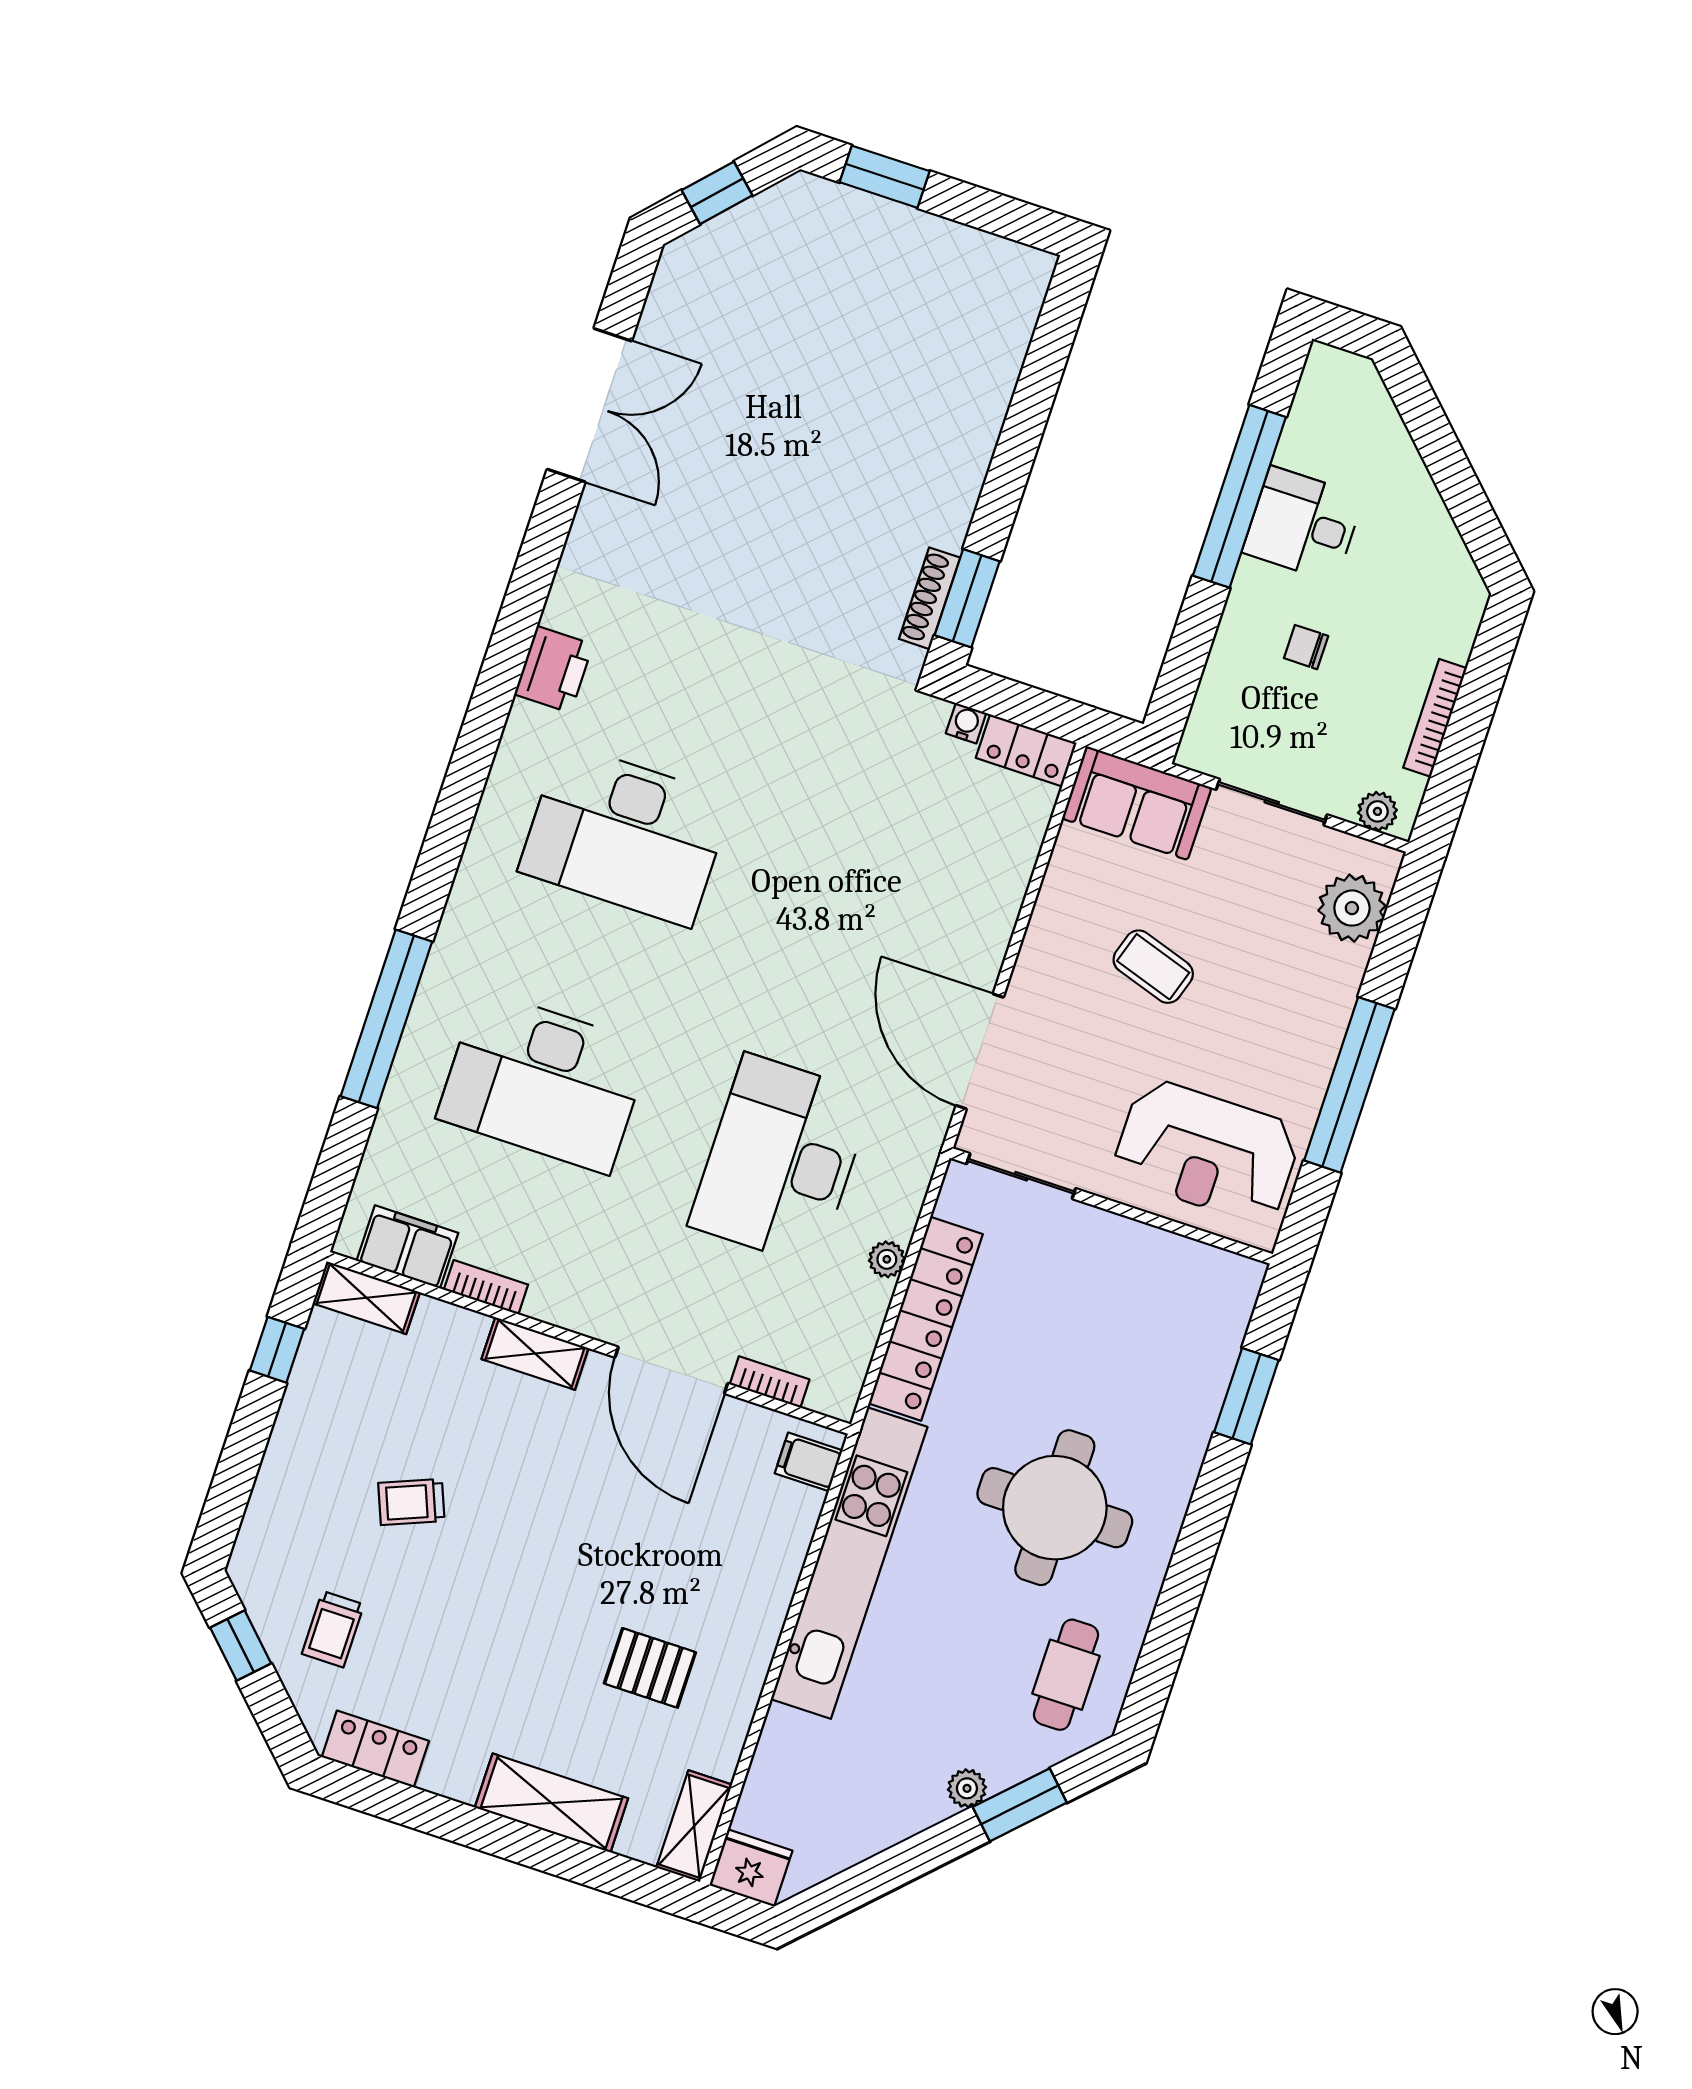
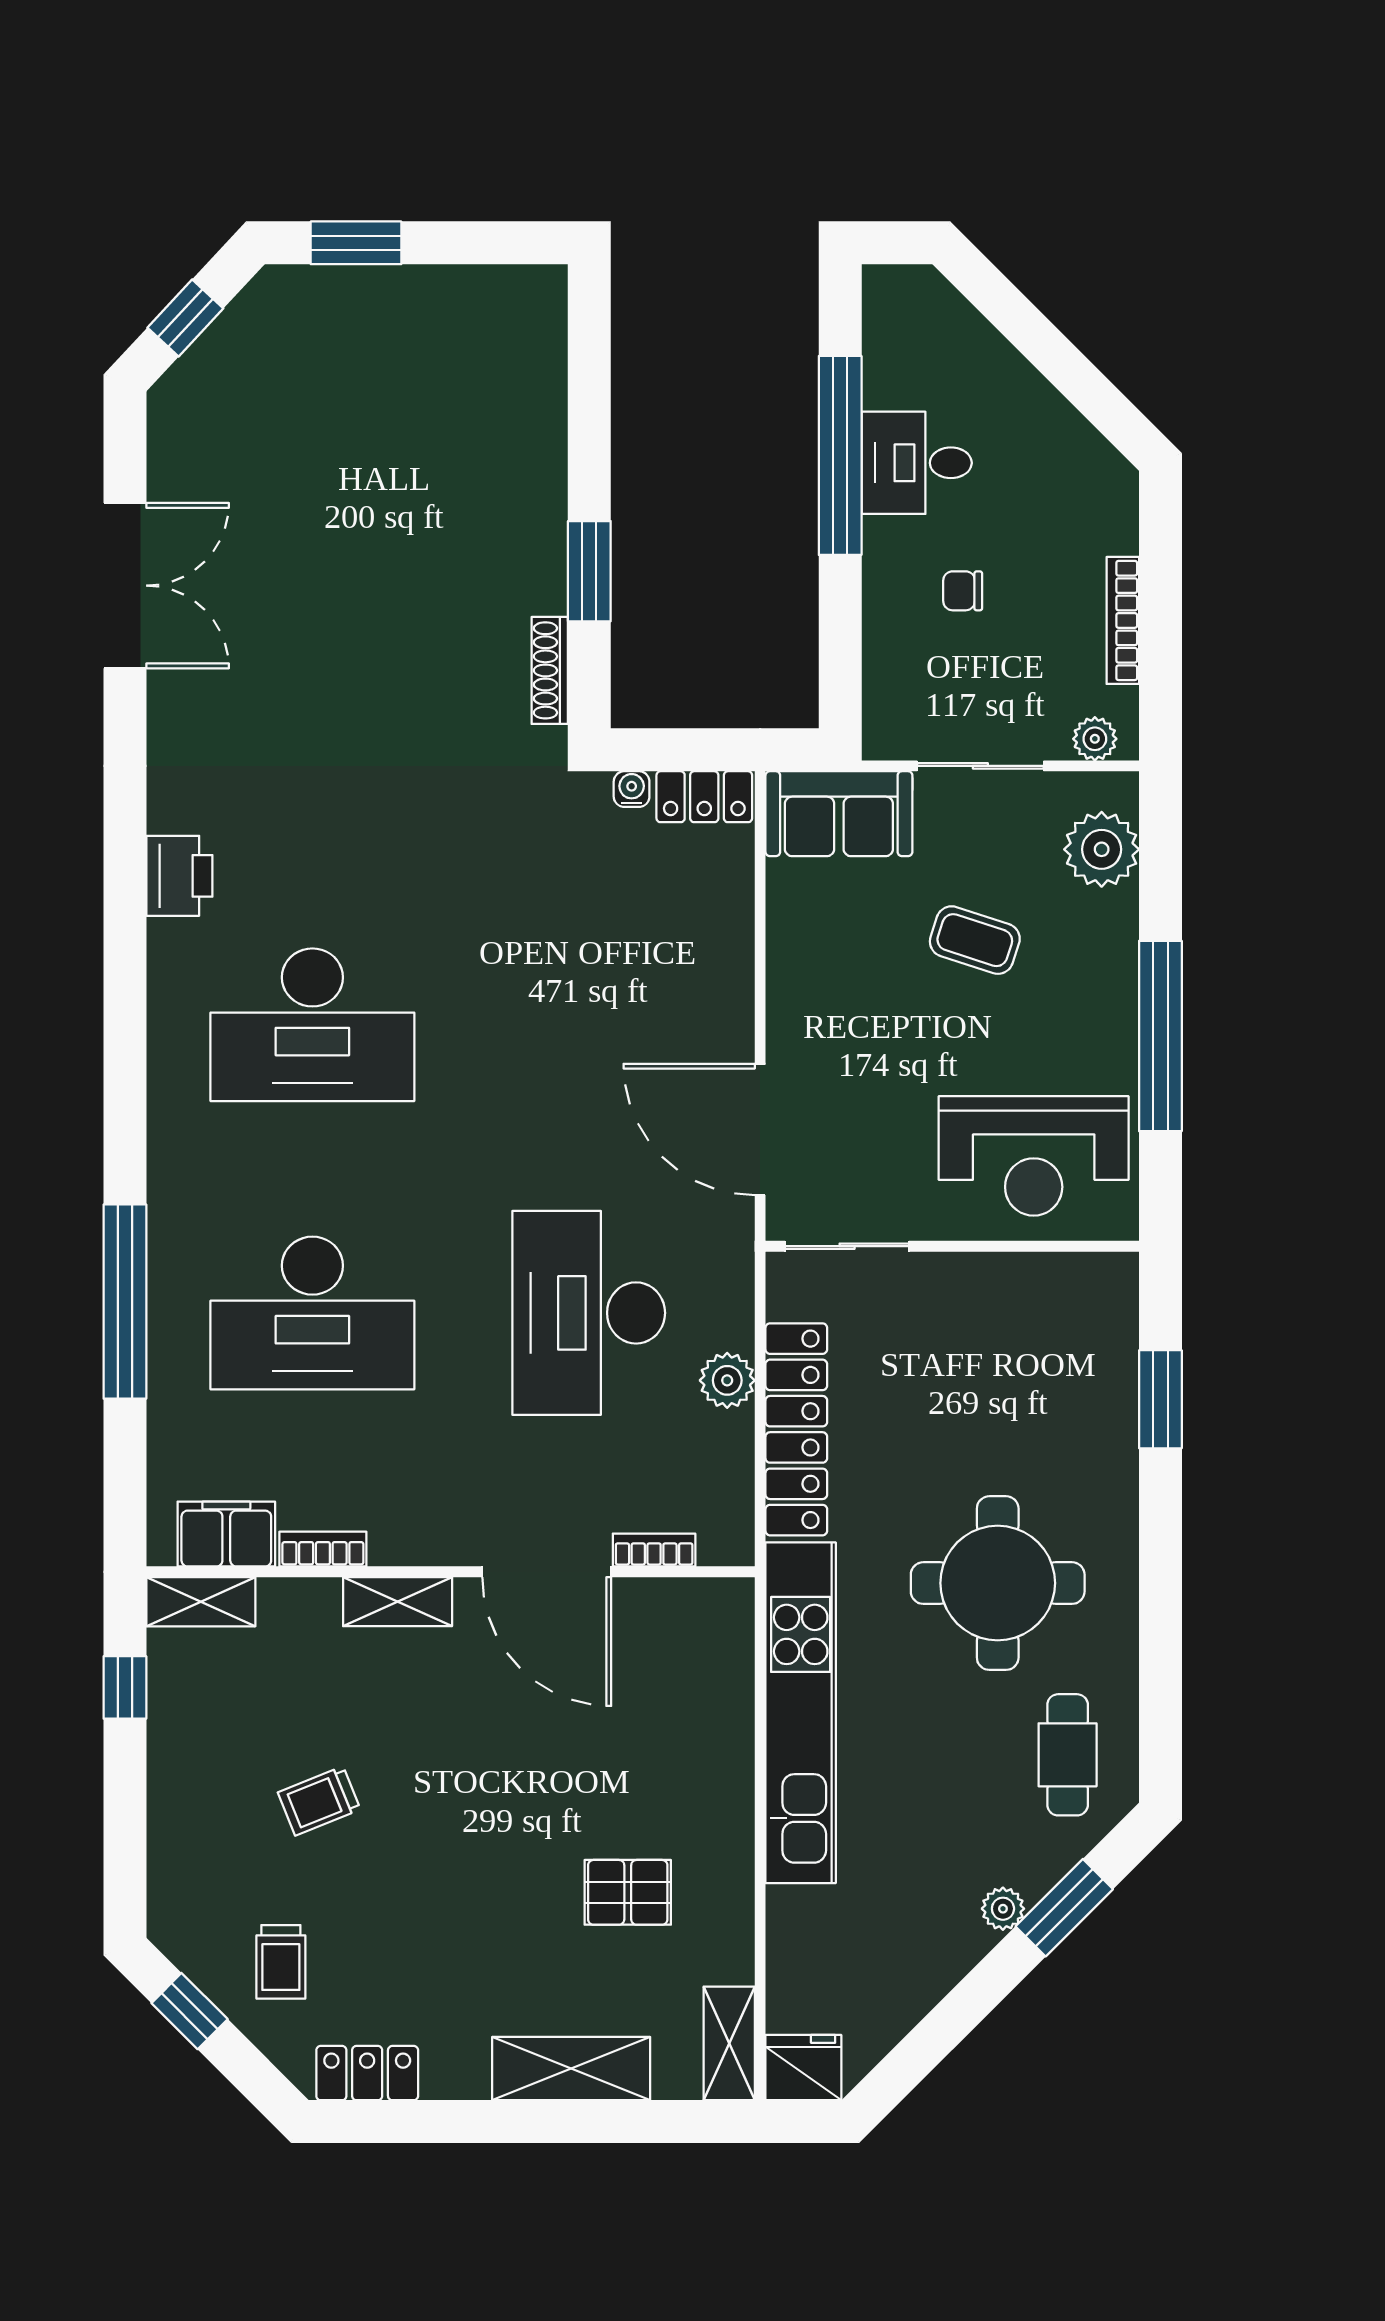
window: (967, 598) -> (589, 571), moved
coffee table: (1153, 967) -> (975, 940), moved
plant: (887, 1259) -> (727, 1380), width x1.38, depth x1.38
filing cabinet: (809, 1462) -> (723, 1621), removed

